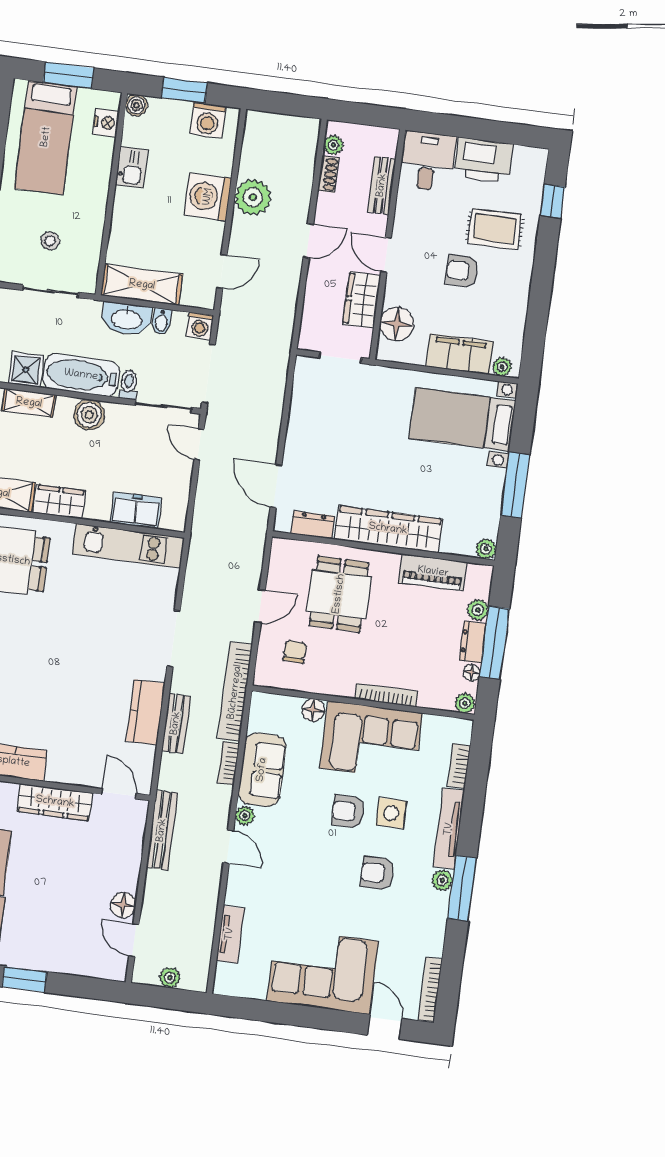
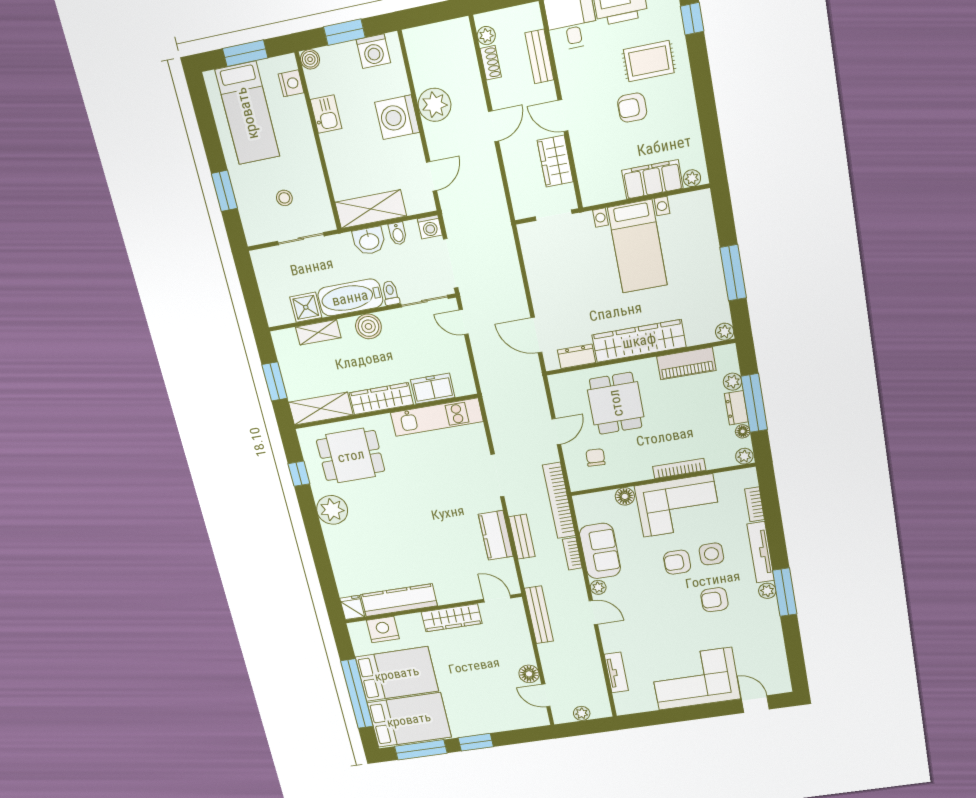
washbasin: (126, 319) -> (369, 241), width x0.72
floor lamp: (397, 324) -> (591, 171), removed
bed with nightstands: (462, 419) -> (637, 246), moved, turned -90
wardrobe: (60, 502) -> (381, 399), width x1.50
bookcase: (430, 990) -> (782, 670), removed

